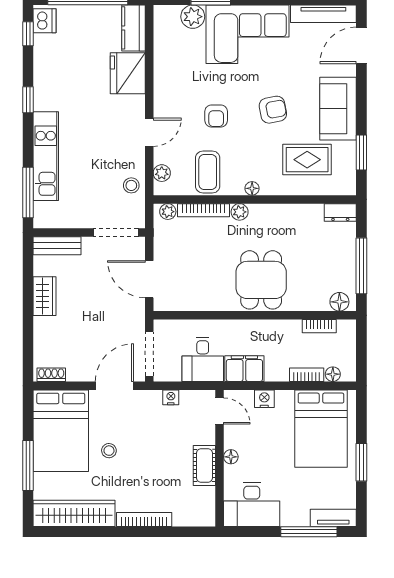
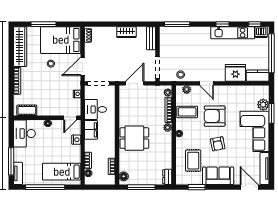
armchair: (216, 116) -> (215, 116), width x1.88, depth x1.88
kitchen unit: (46, 156) -> (233, 33), moved
door: (114, 386) -> (83, 66), swing flipped
bed: (321, 429) -> (62, 172), width x0.67
window: (361, 462) -> (45, 187), width x2.11
cot: (204, 465) -> (27, 110), moved

